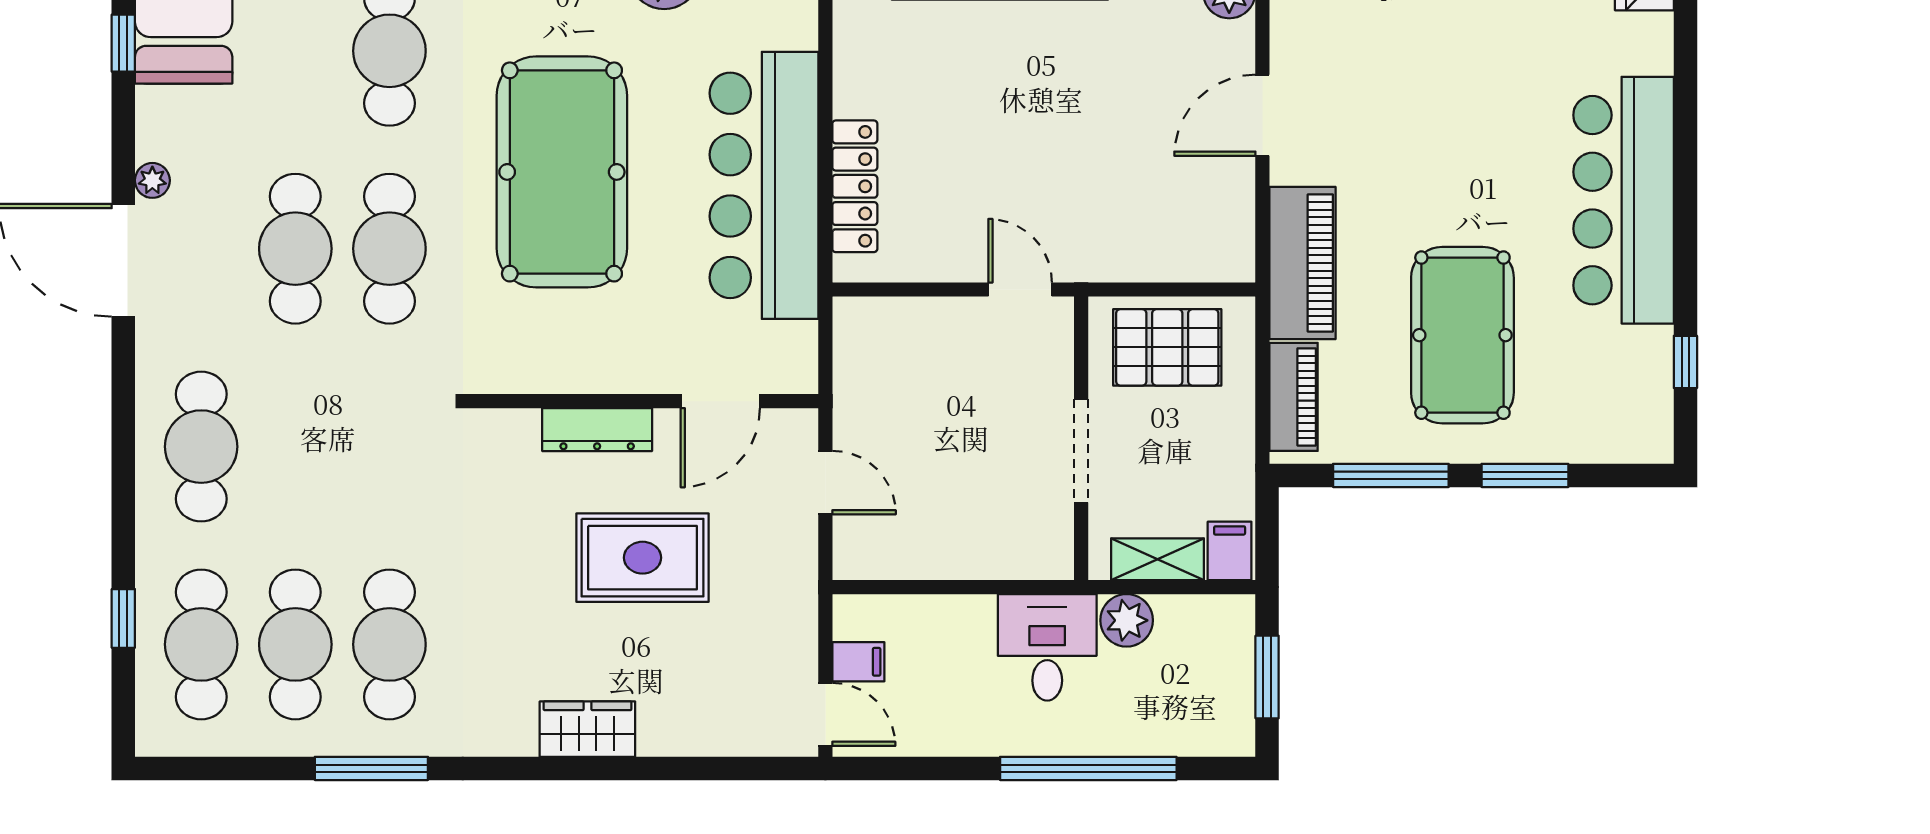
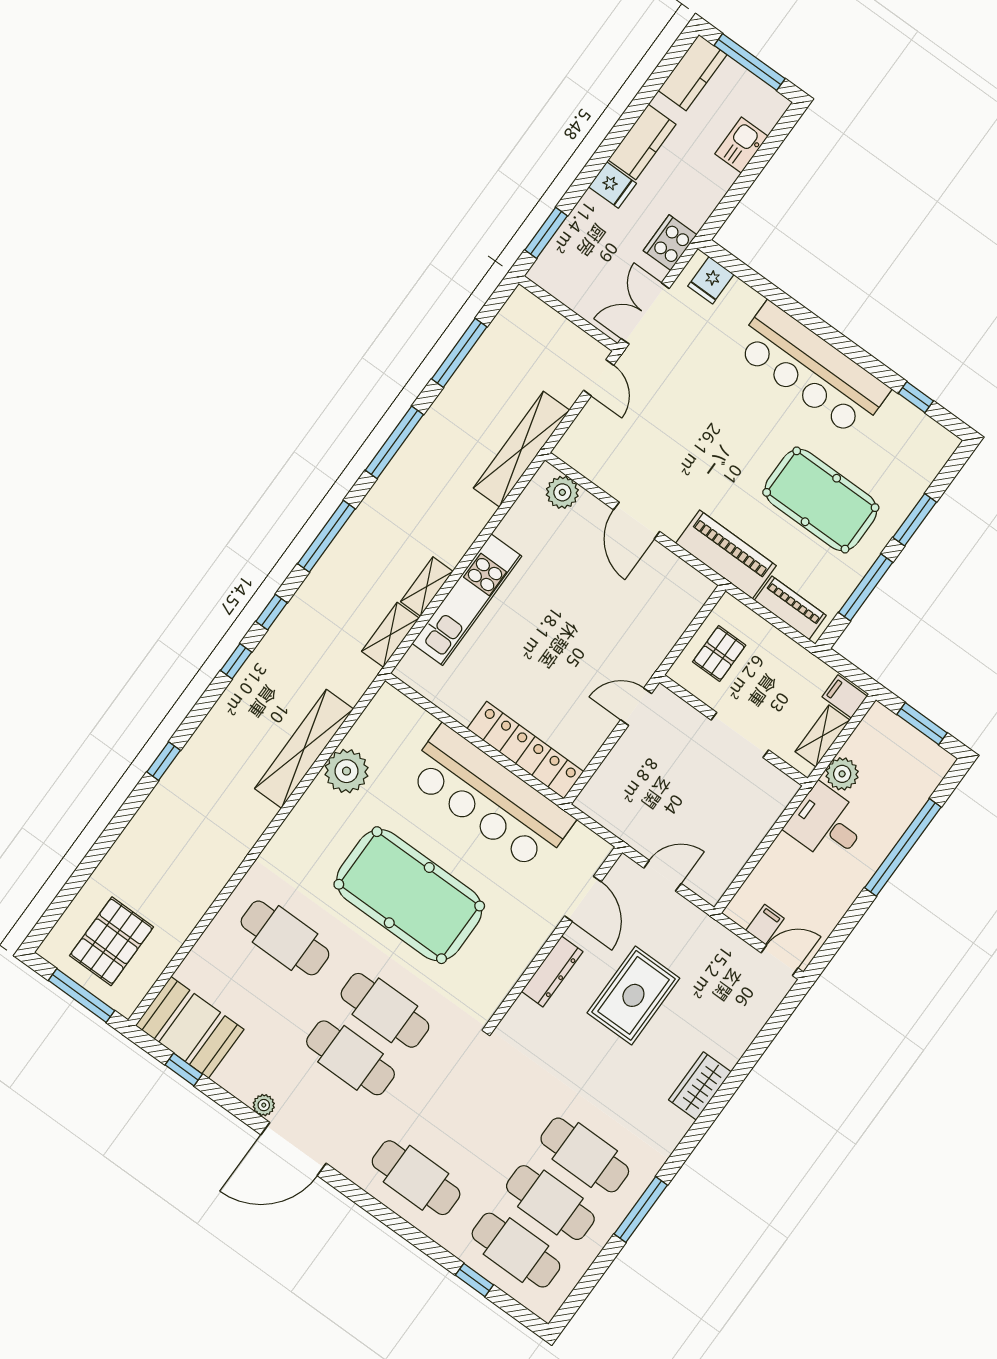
locker: (855, 186) -> (525, 750), width x1.41, depth x1.21
pallet: (1167, 347) -> (719, 654), width x0.67, depth x0.71

